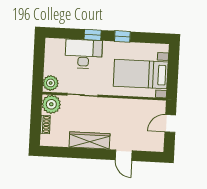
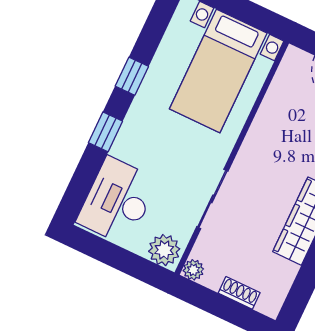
desk: (84, 54) -> (117, 201), moved
plant: (51, 104) -> (193, 270), width x0.53, depth x0.53

